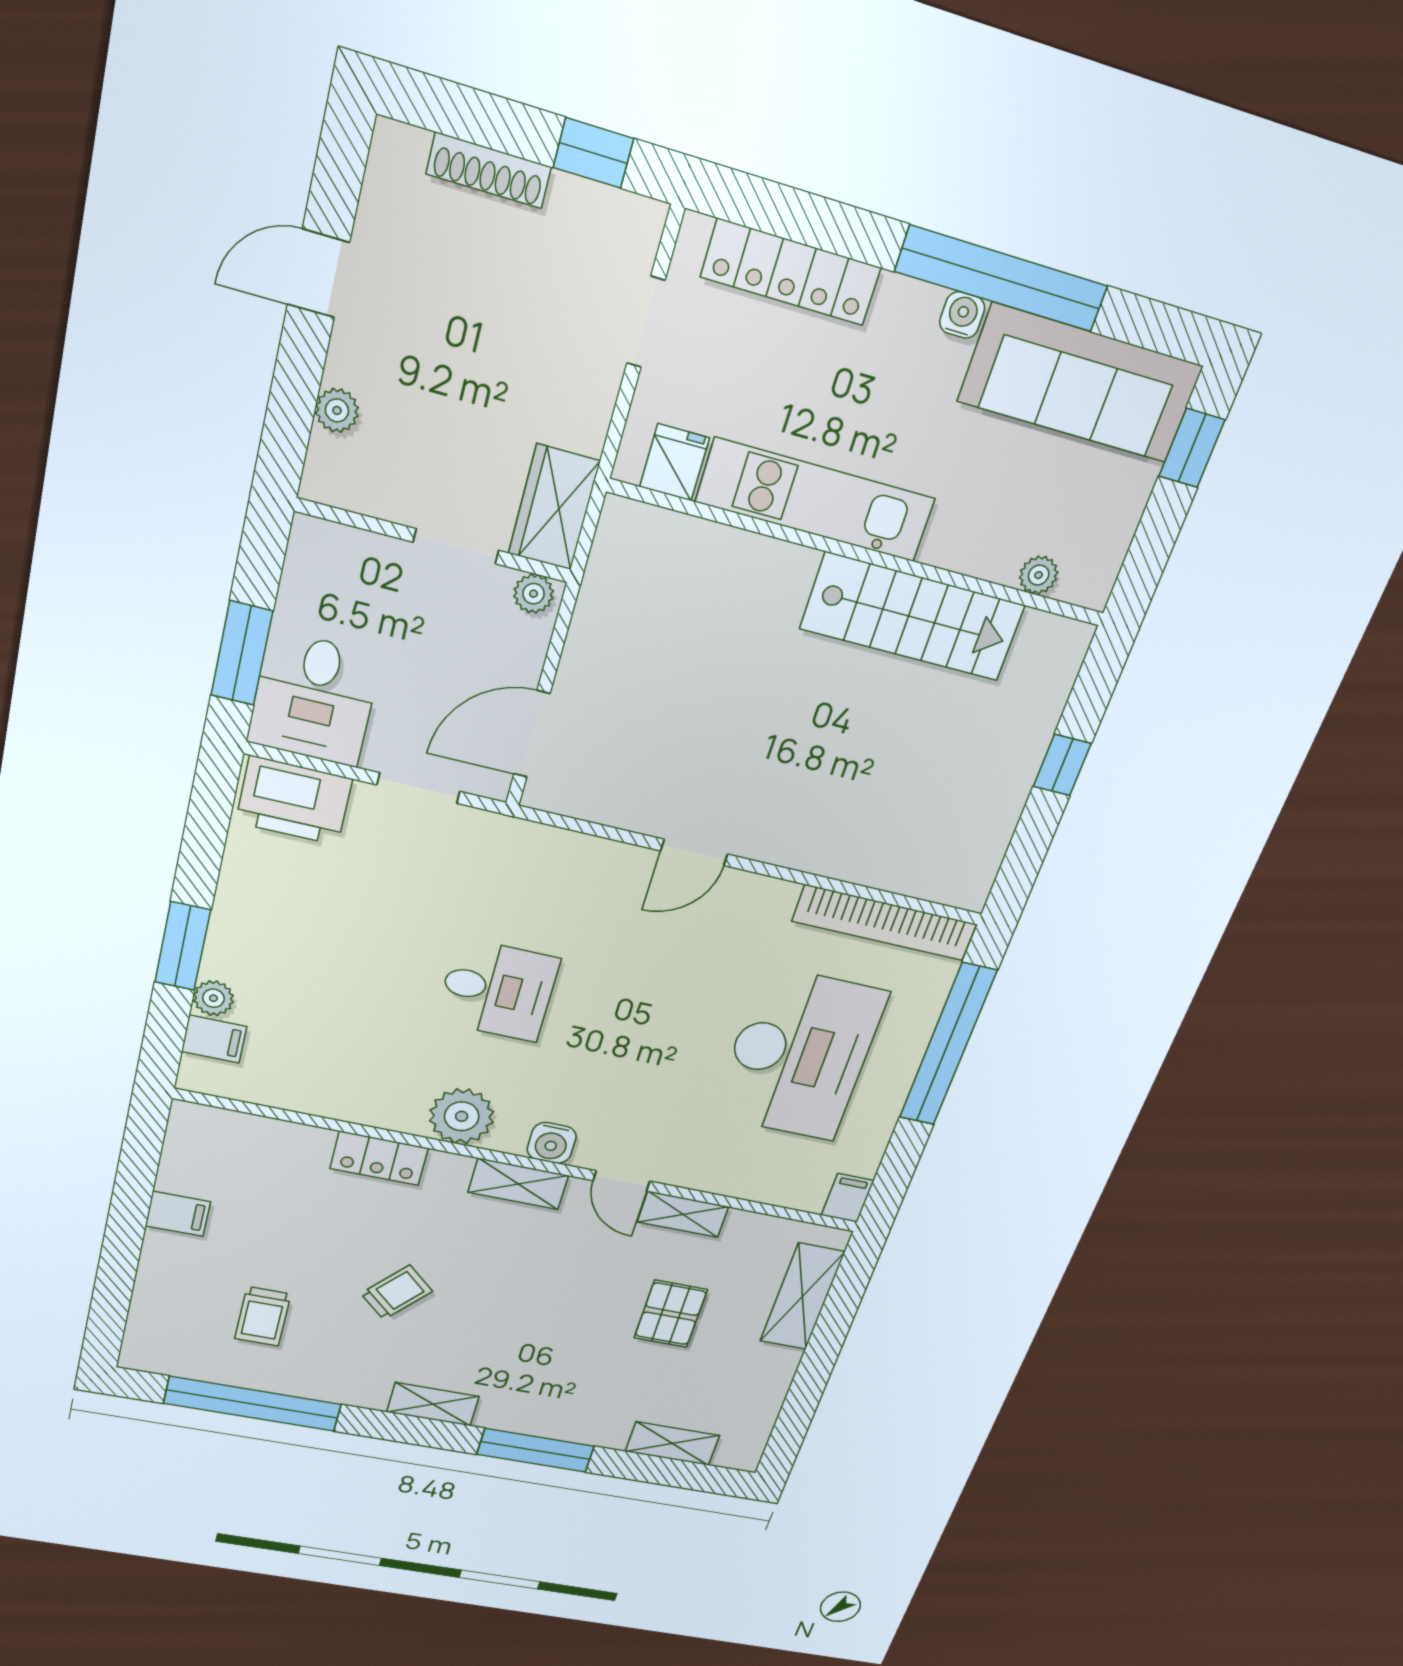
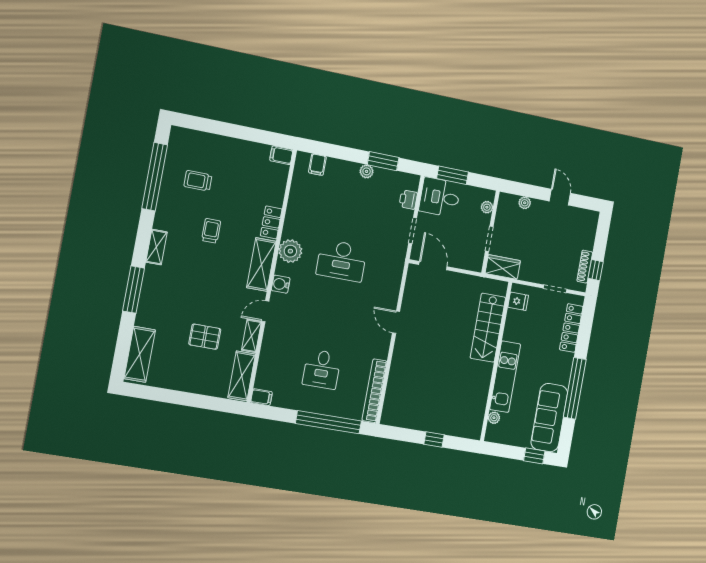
shoe rack: (489, 170) -> (585, 267), moved
water cooler: (962, 315) -> (564, 379), removed
kitchen unit: (816, 500) -> (505, 377), moved
plant: (534, 594) -> (487, 207), moved
stairs: (913, 617) -> (488, 328), moved
printer: (294, 801) -> (408, 200), width x0.53, depth x0.68
window: (183, 946) -> (383, 161), moved
desk: (497, 990) -> (342, 261), width x1.37
plant: (213, 998) -> (367, 171), moved
desk: (799, 1054) -> (322, 369), width x0.53, depth x0.77
shelving: (518, 1184) -> (261, 264), width x1.50, depth x1.33
filing cabinet: (178, 1214) -> (281, 155), moved, turned 90
trolley: (397, 1292) -> (211, 231), turned -132
shelving: (802, 1297) -> (242, 376), moved, turned 90
shelving: (672, 1444) -> (140, 354), width x1.50, depth x1.33

